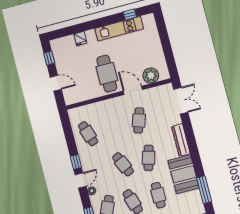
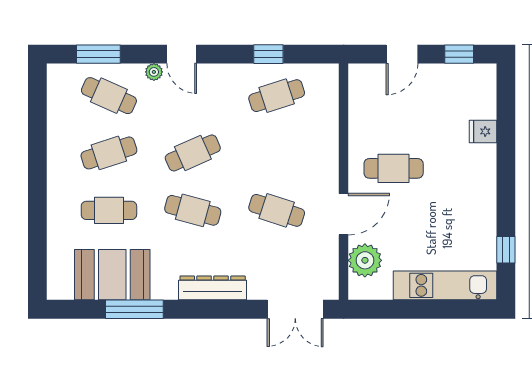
kitchen unit: (119, 29) -> (445, 285), moved, turned 90
cafe table: (107, 74) -> (394, 168), width x0.73, depth x0.74
window: (76, 162) -> (268, 54), moved
booth: (184, 174) -> (112, 275), moved
window: (204, 190) -> (134, 309), moved

